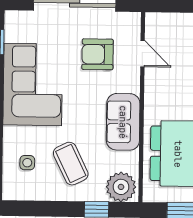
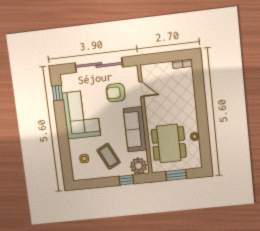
sofa: (123, 122) -> (135, 129), width x1.36

